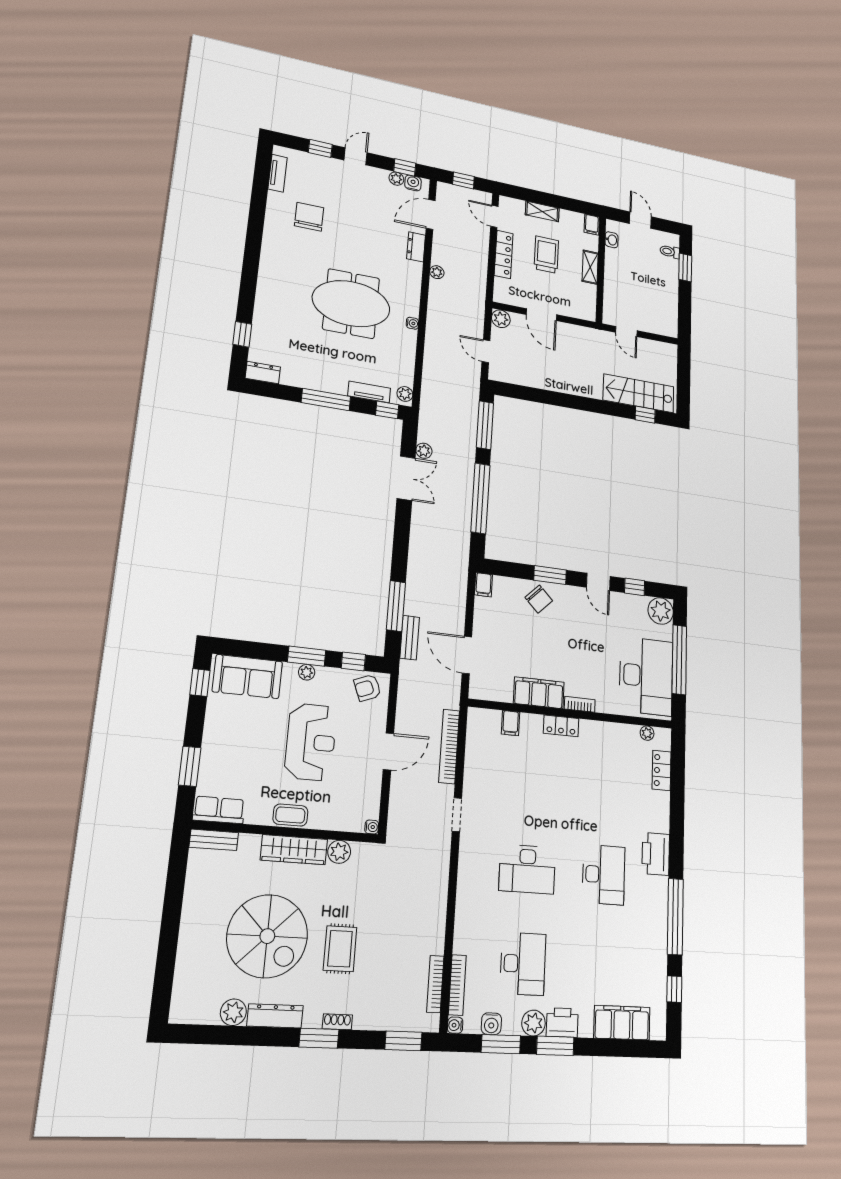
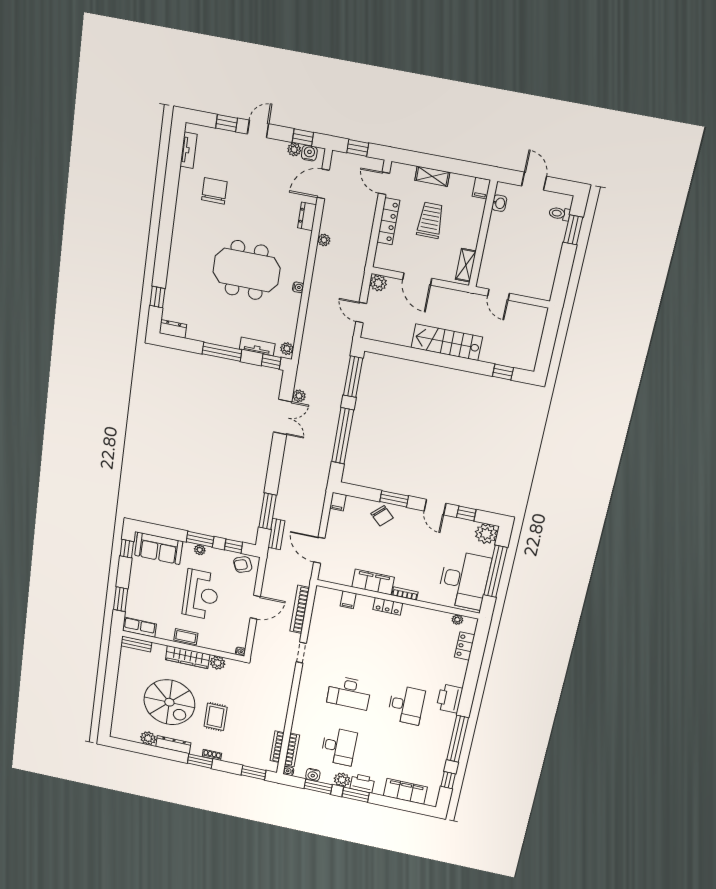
shelving: (590, 267) -> (466, 265), moved
stairs: (639, 393) -> (447, 342), moved

